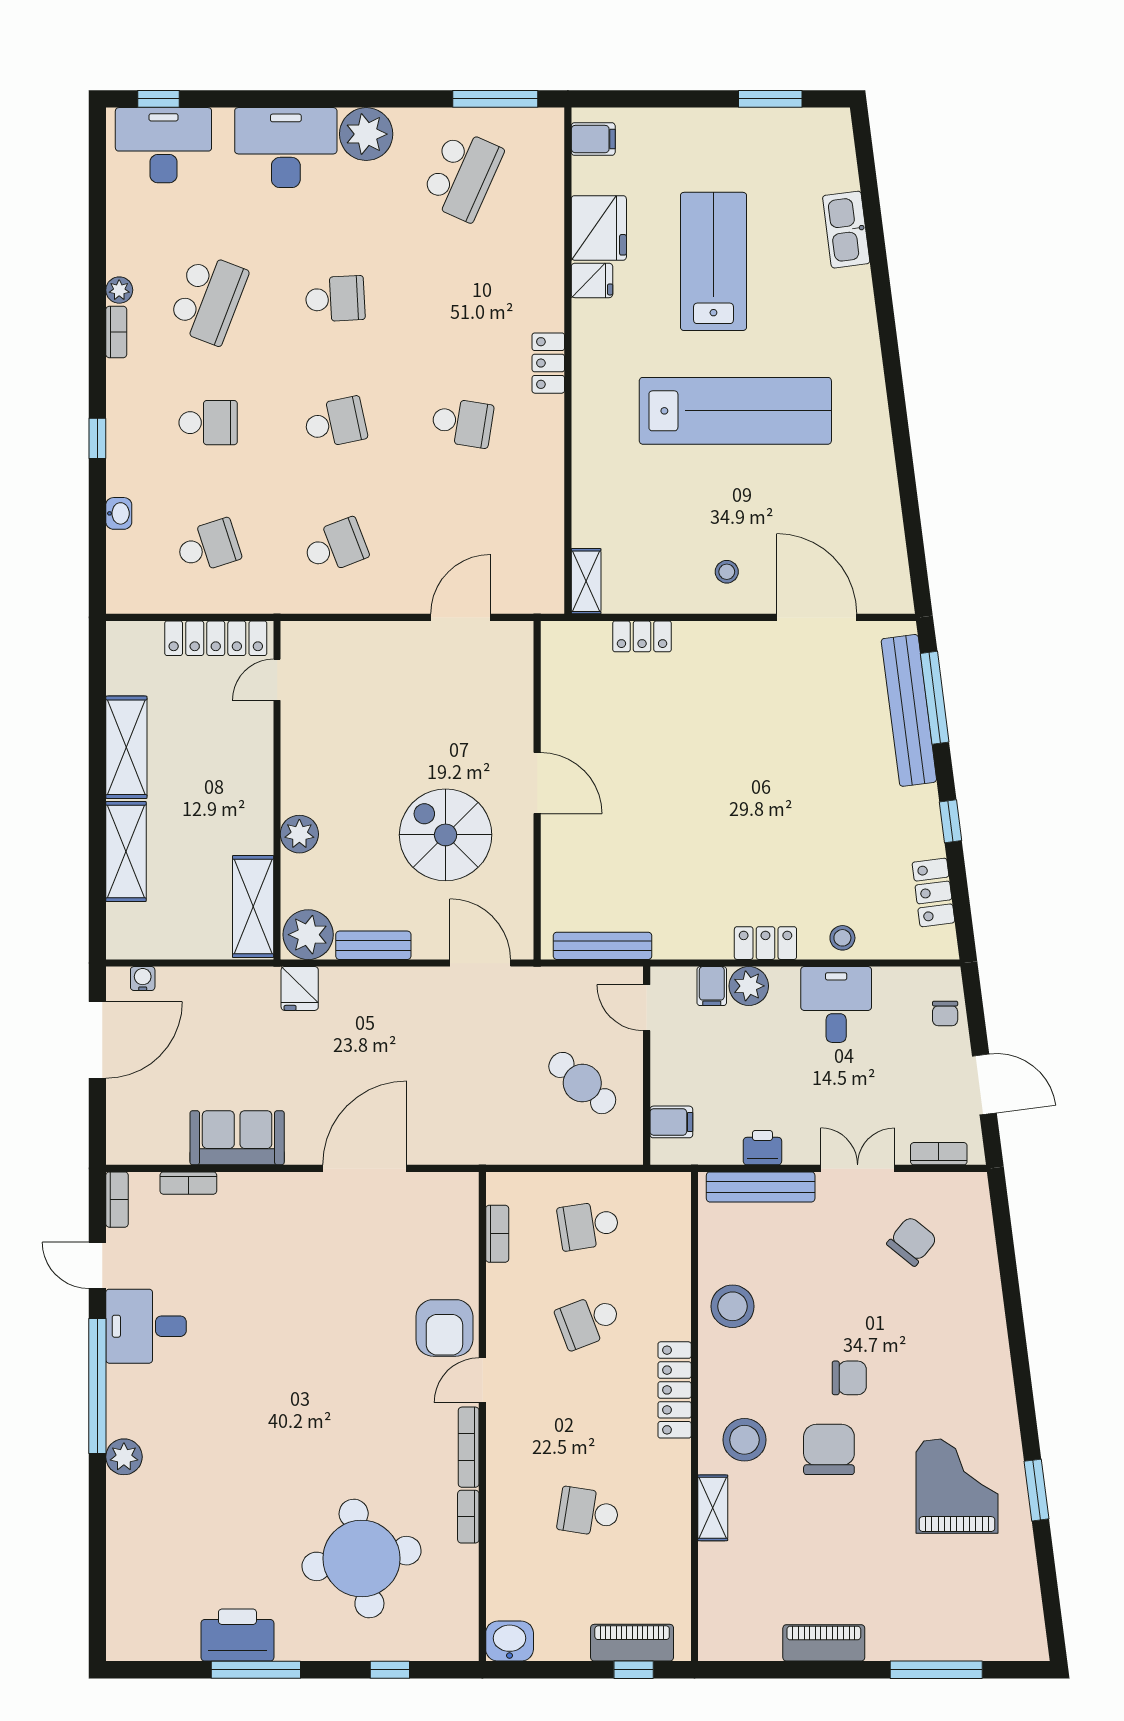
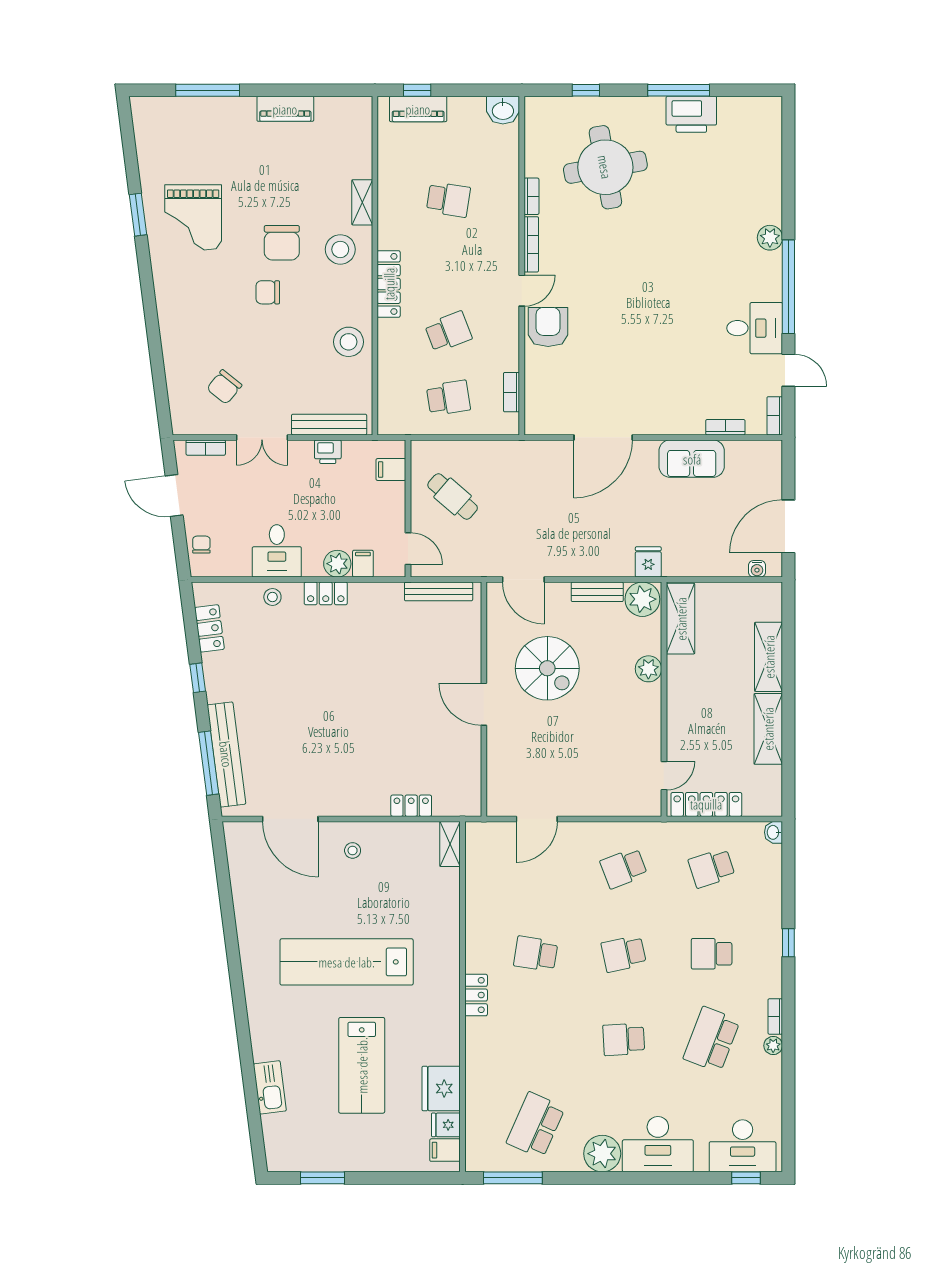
fridge: (592, 280) -> (446, 1125), moved
washbasin: (119, 513) -> (773, 832), moved

